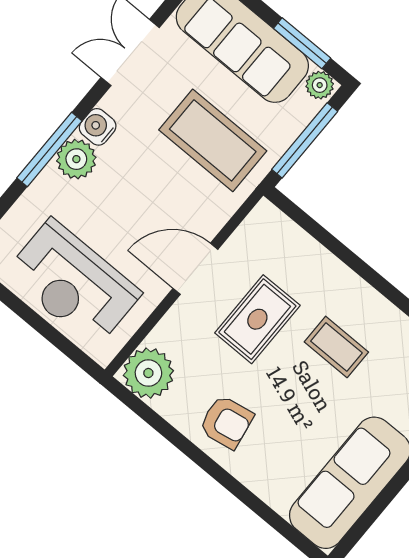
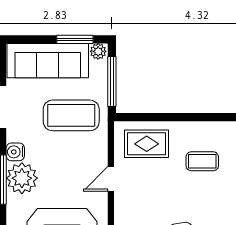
plant: (76, 159) -> (22, 178), width x1.36, depth x1.36
door: (195, 269) -> (111, 179), width x0.73
rug: (257, 319) -> (147, 144), moved, turned 90

